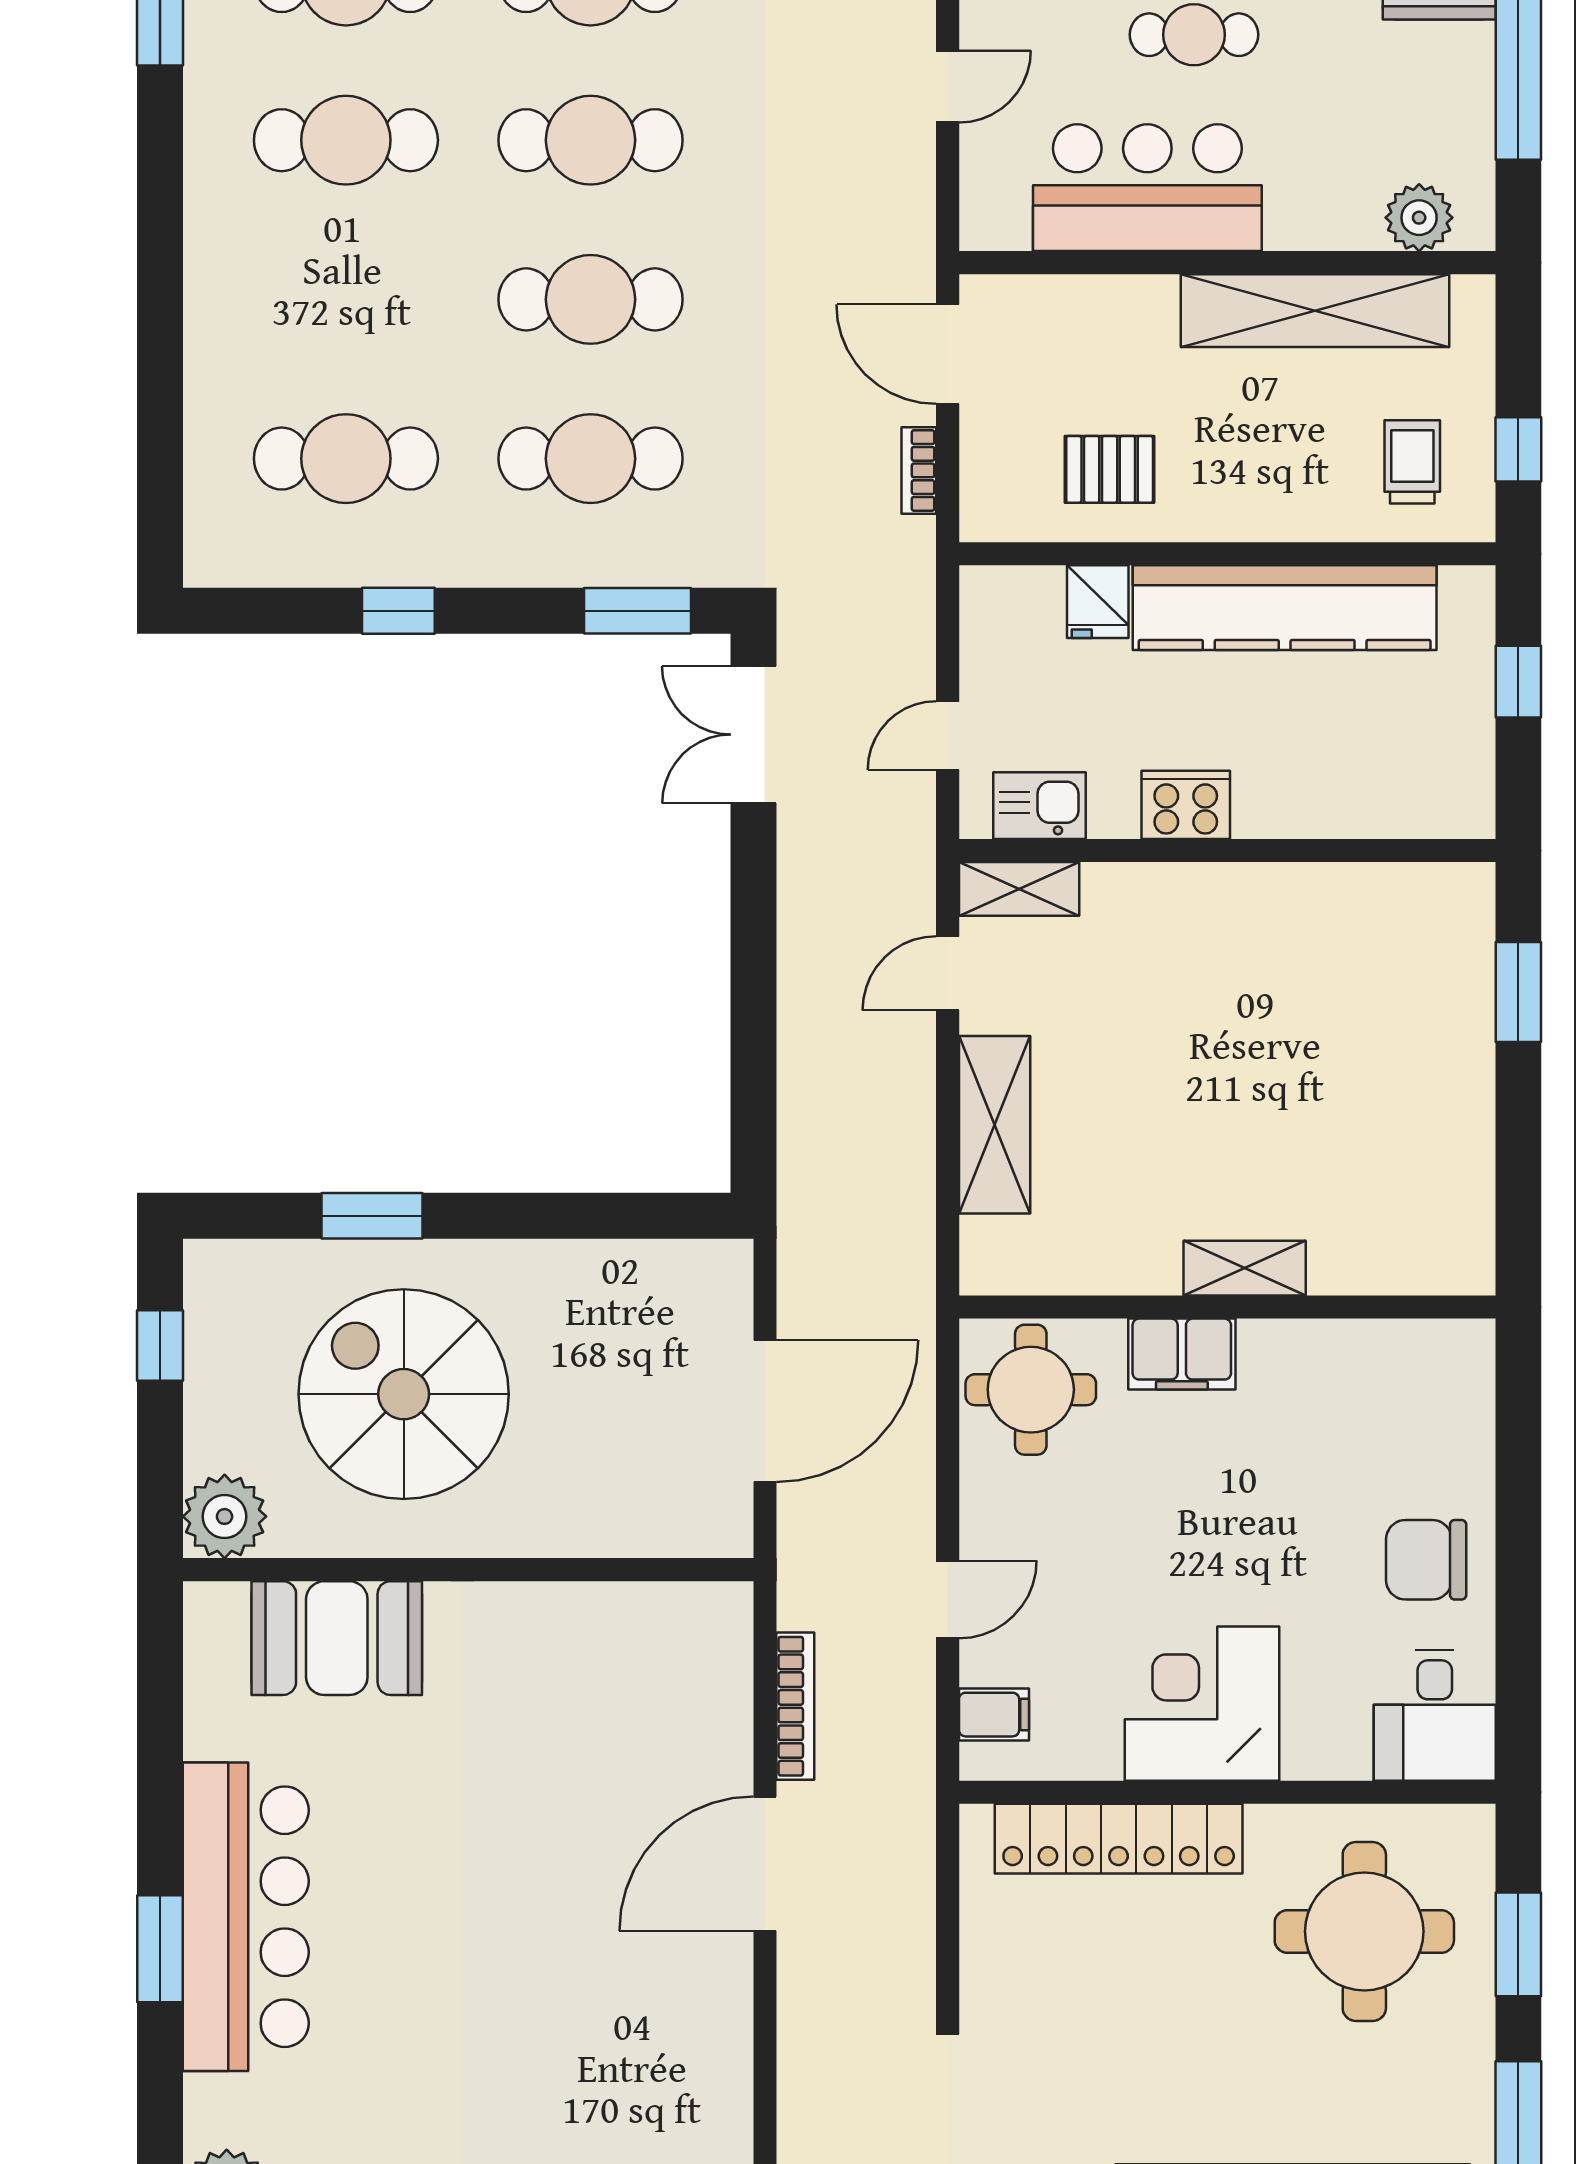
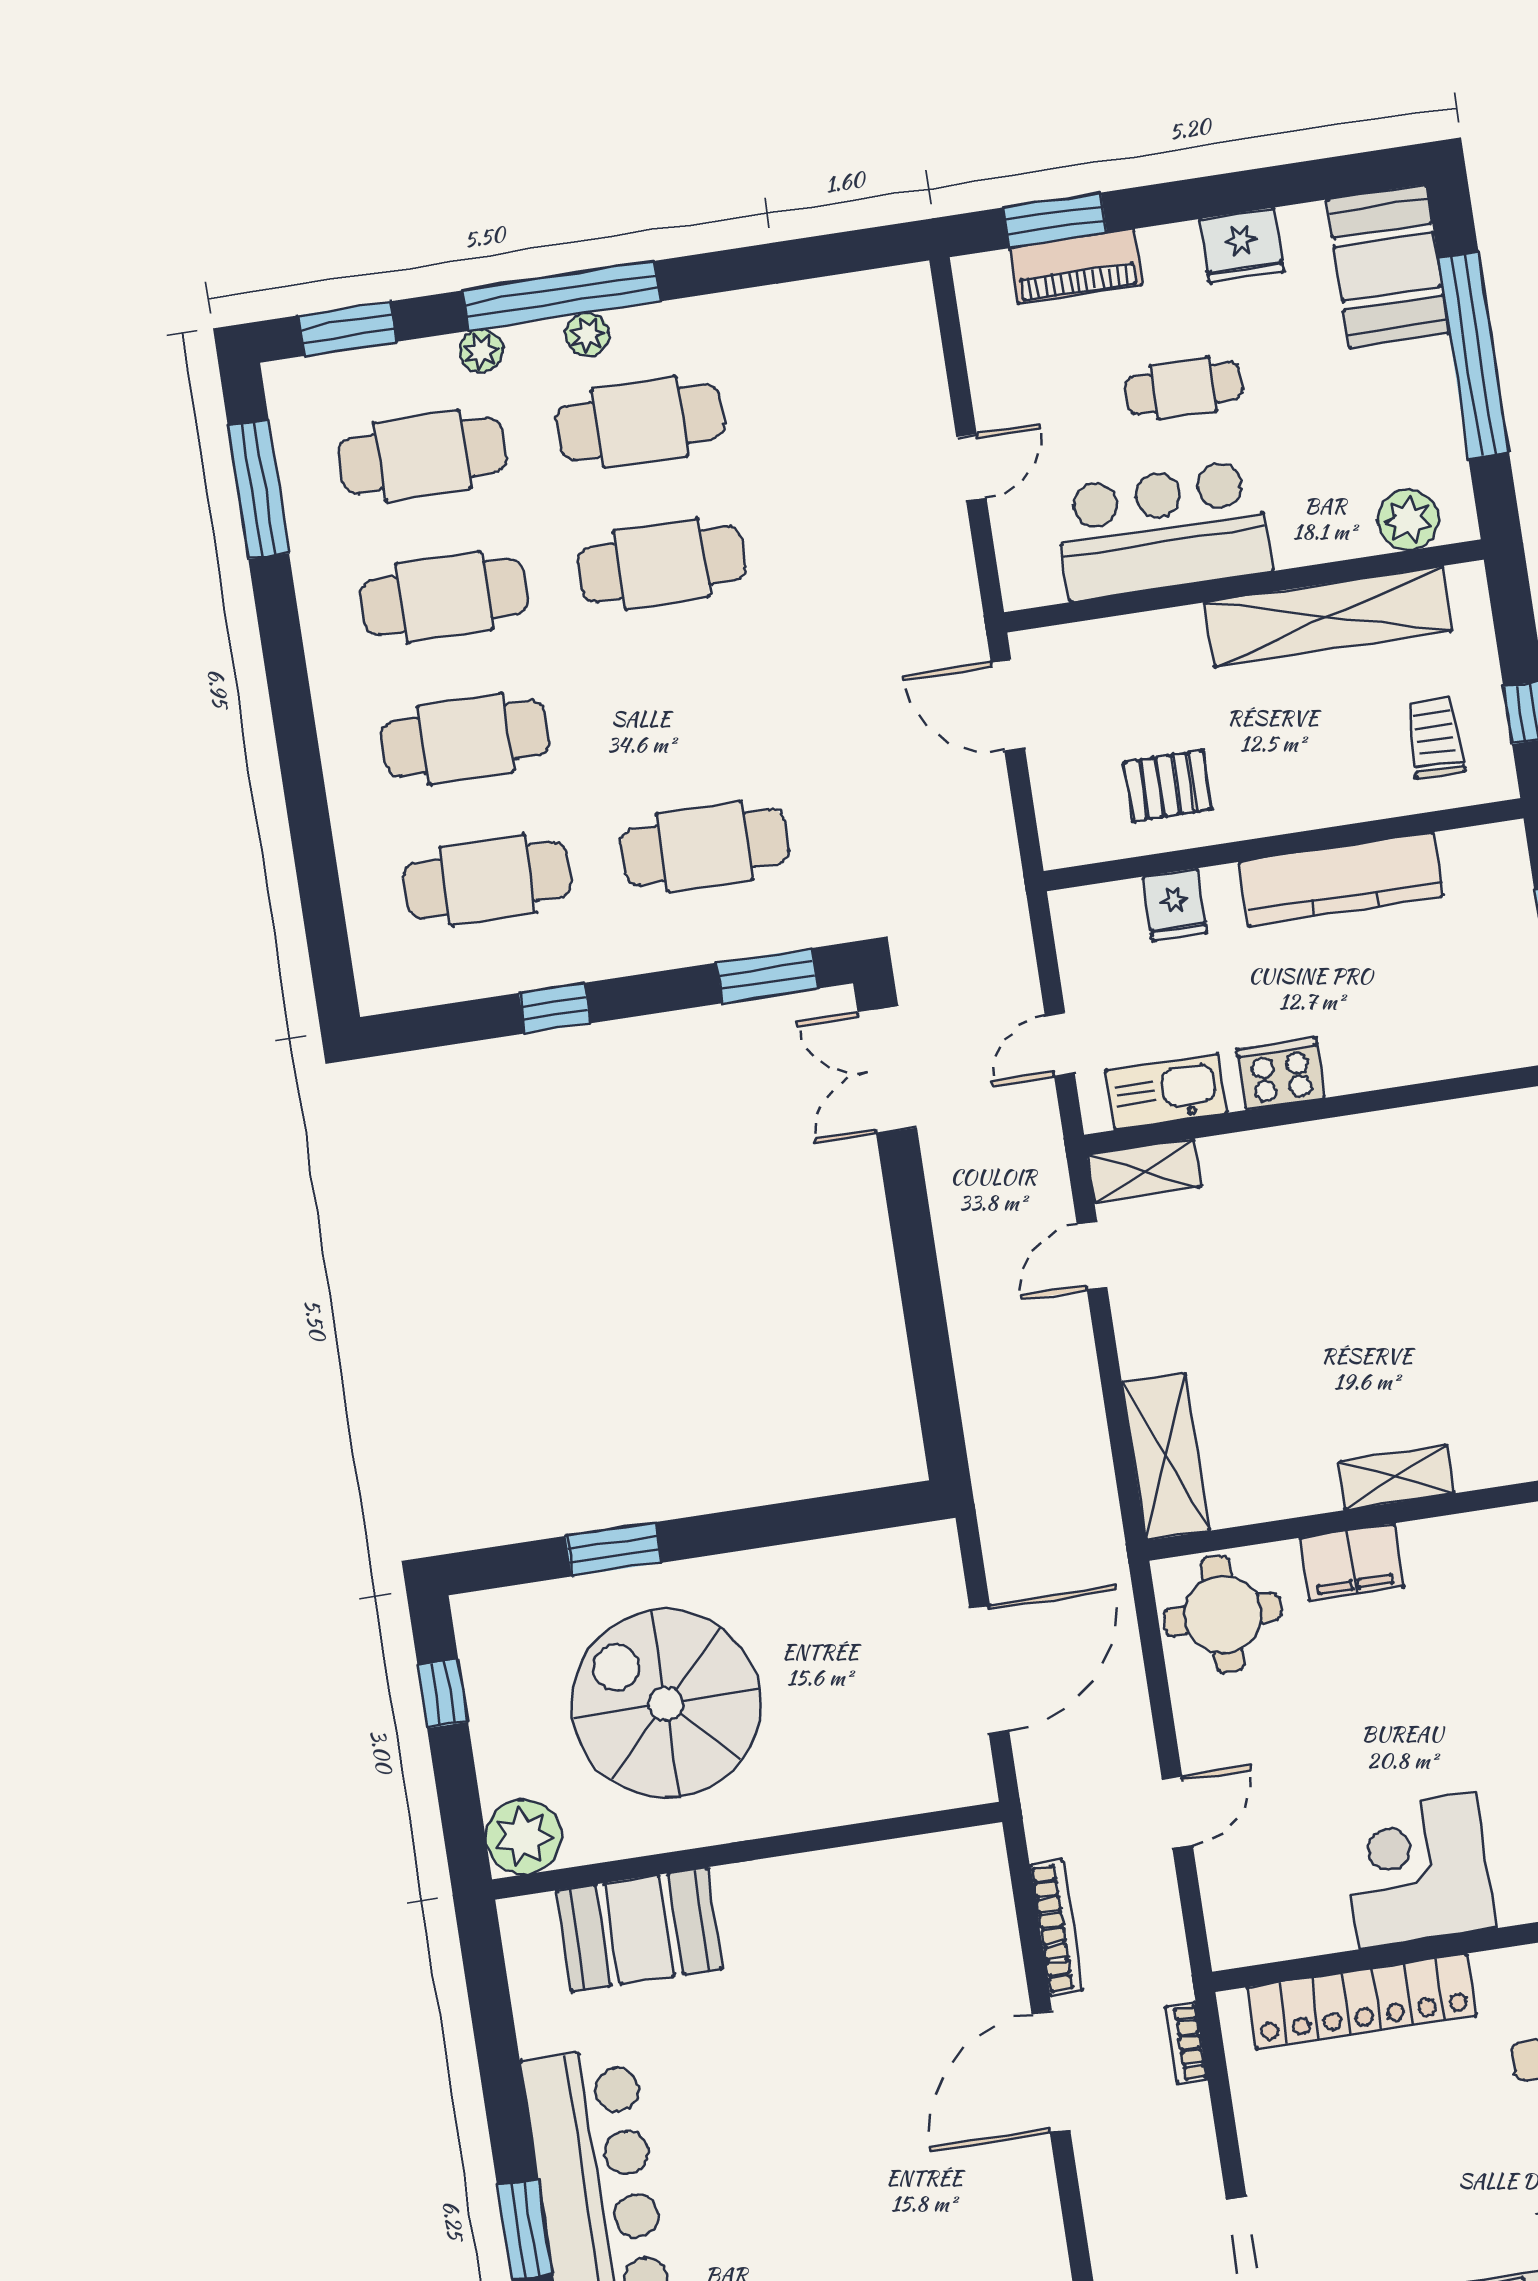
cafe table: (591, 299) -> (466, 739), moved
bookcase: (919, 470) -> (1186, 2043), moved
kitchen counter: (1285, 608) -> (1341, 879), width x0.72, depth x0.86
kitchen sink: (1040, 806) -> (1166, 1092), width x1.38
shelving: (995, 1125) -> (1166, 1457), moved
filing cabinet: (994, 1715) -> (1234, 1908), removed

